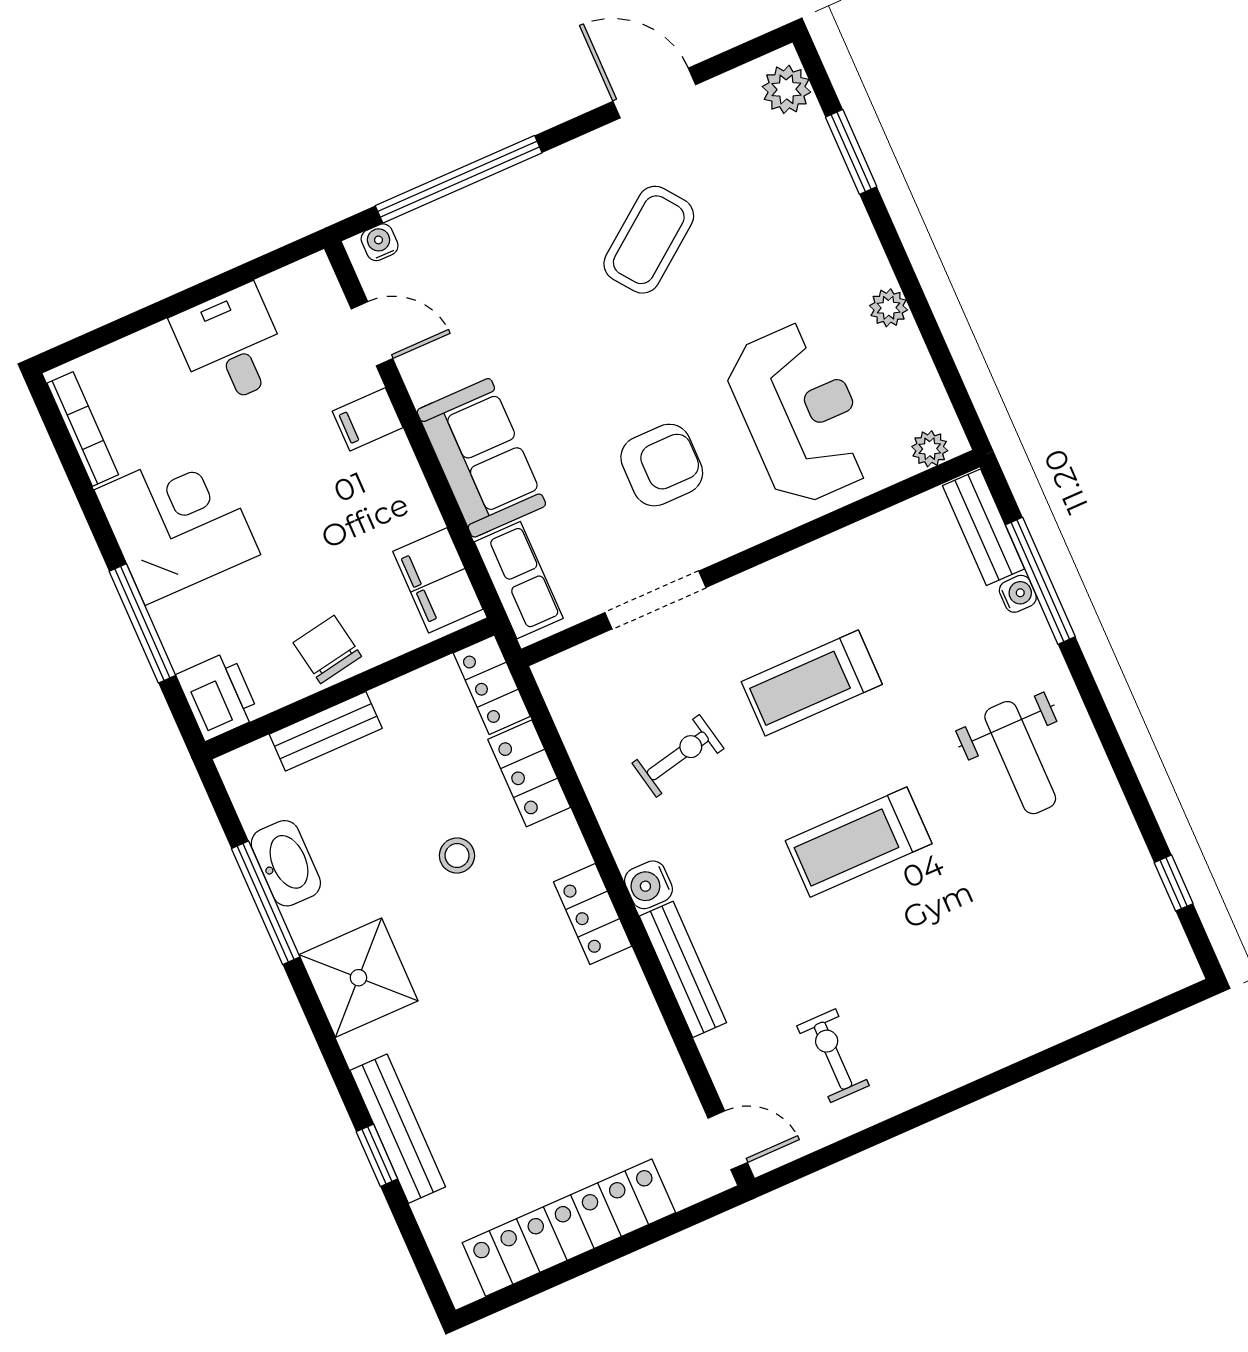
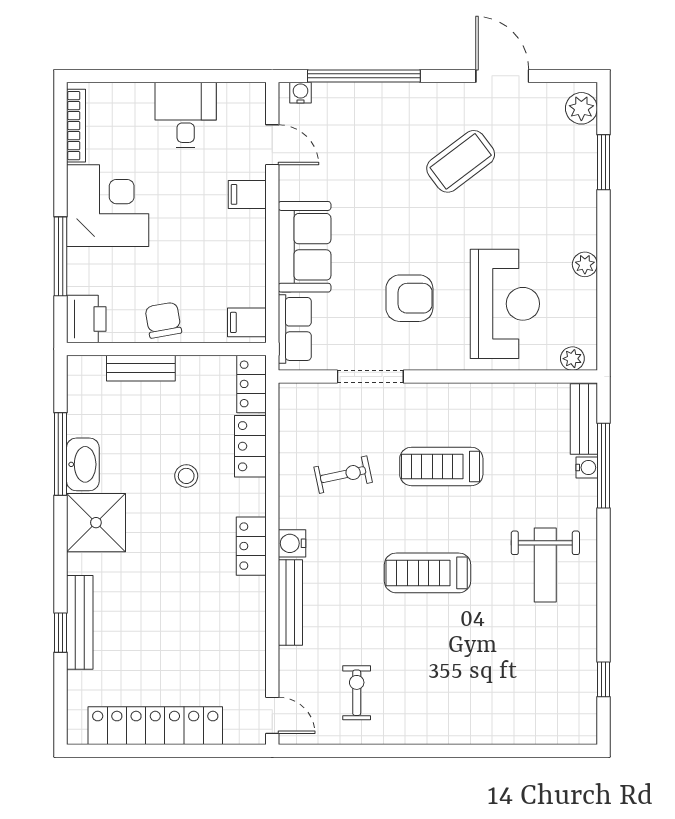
filing cabinet: (438, 580) -> (247, 322), width x0.50
washbasin: (286, 863) -> (83, 464), moved

